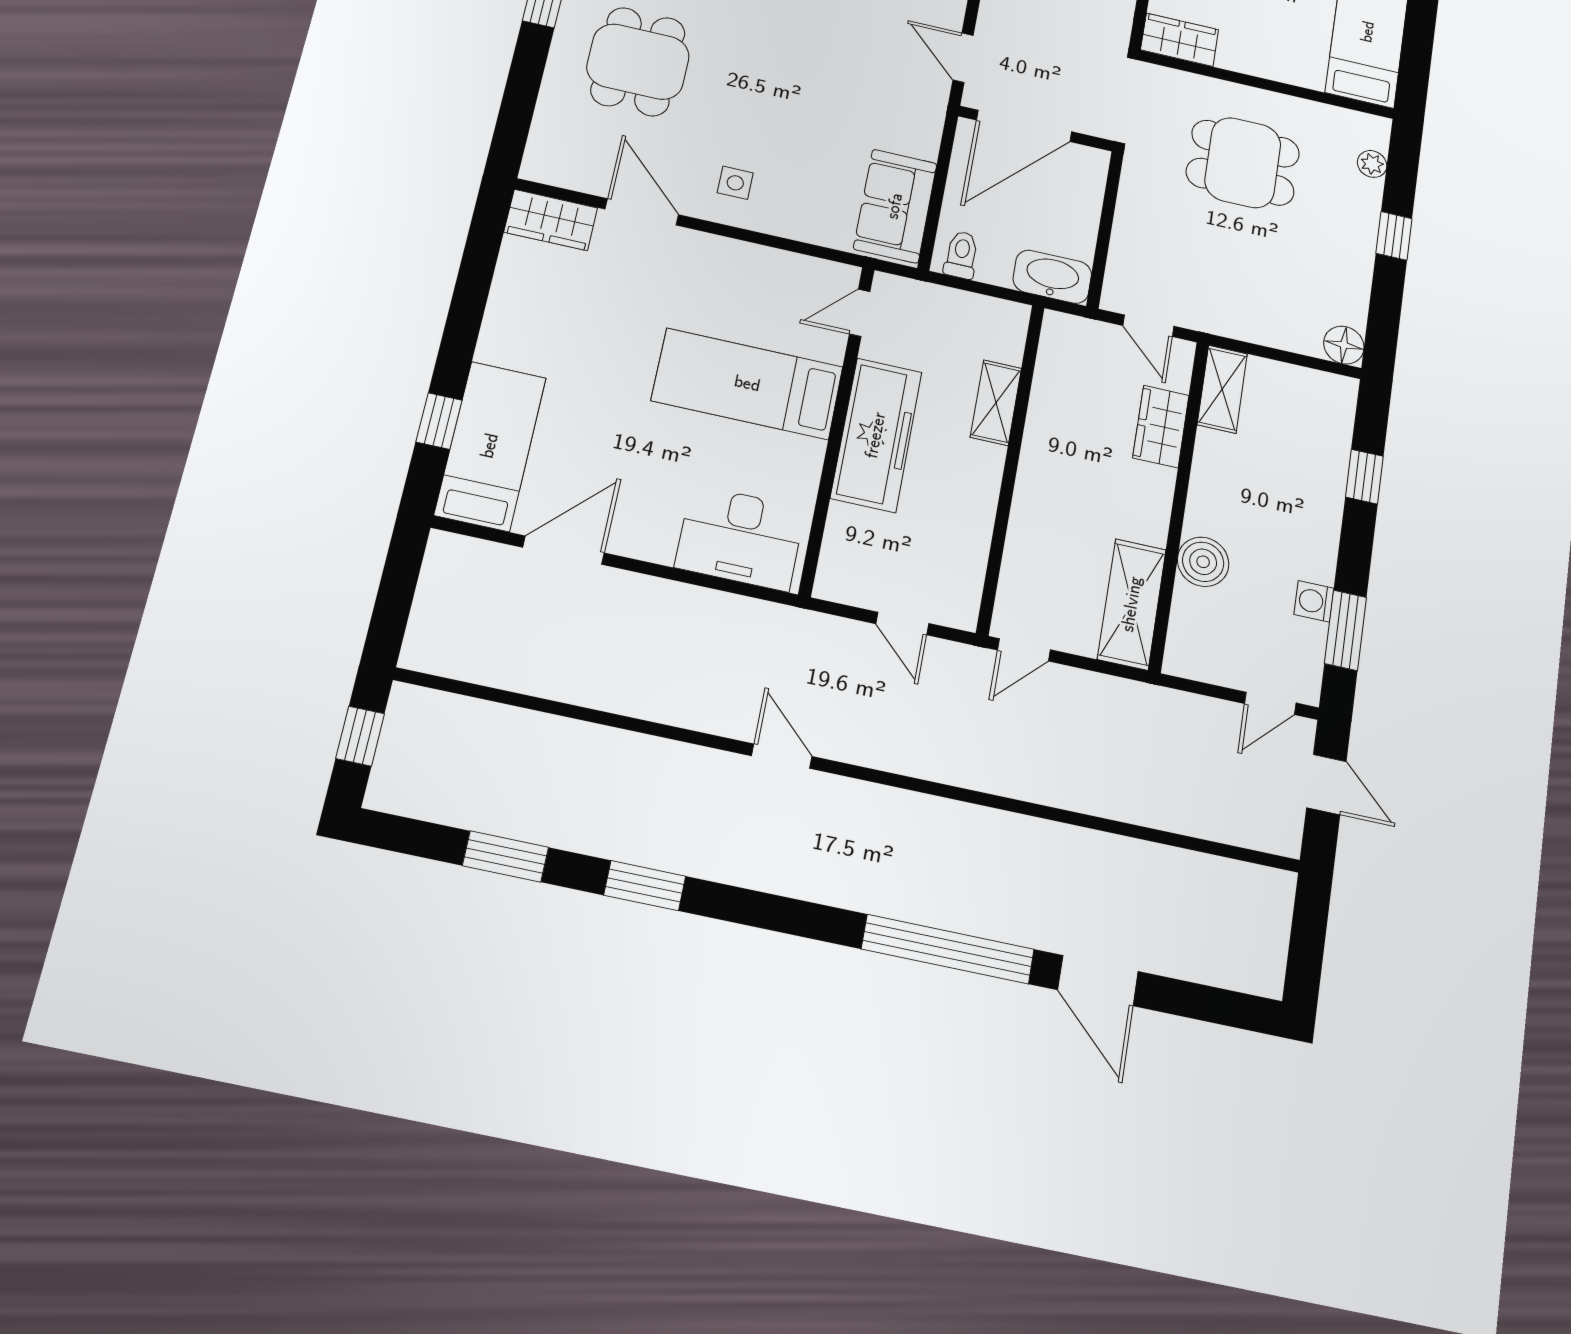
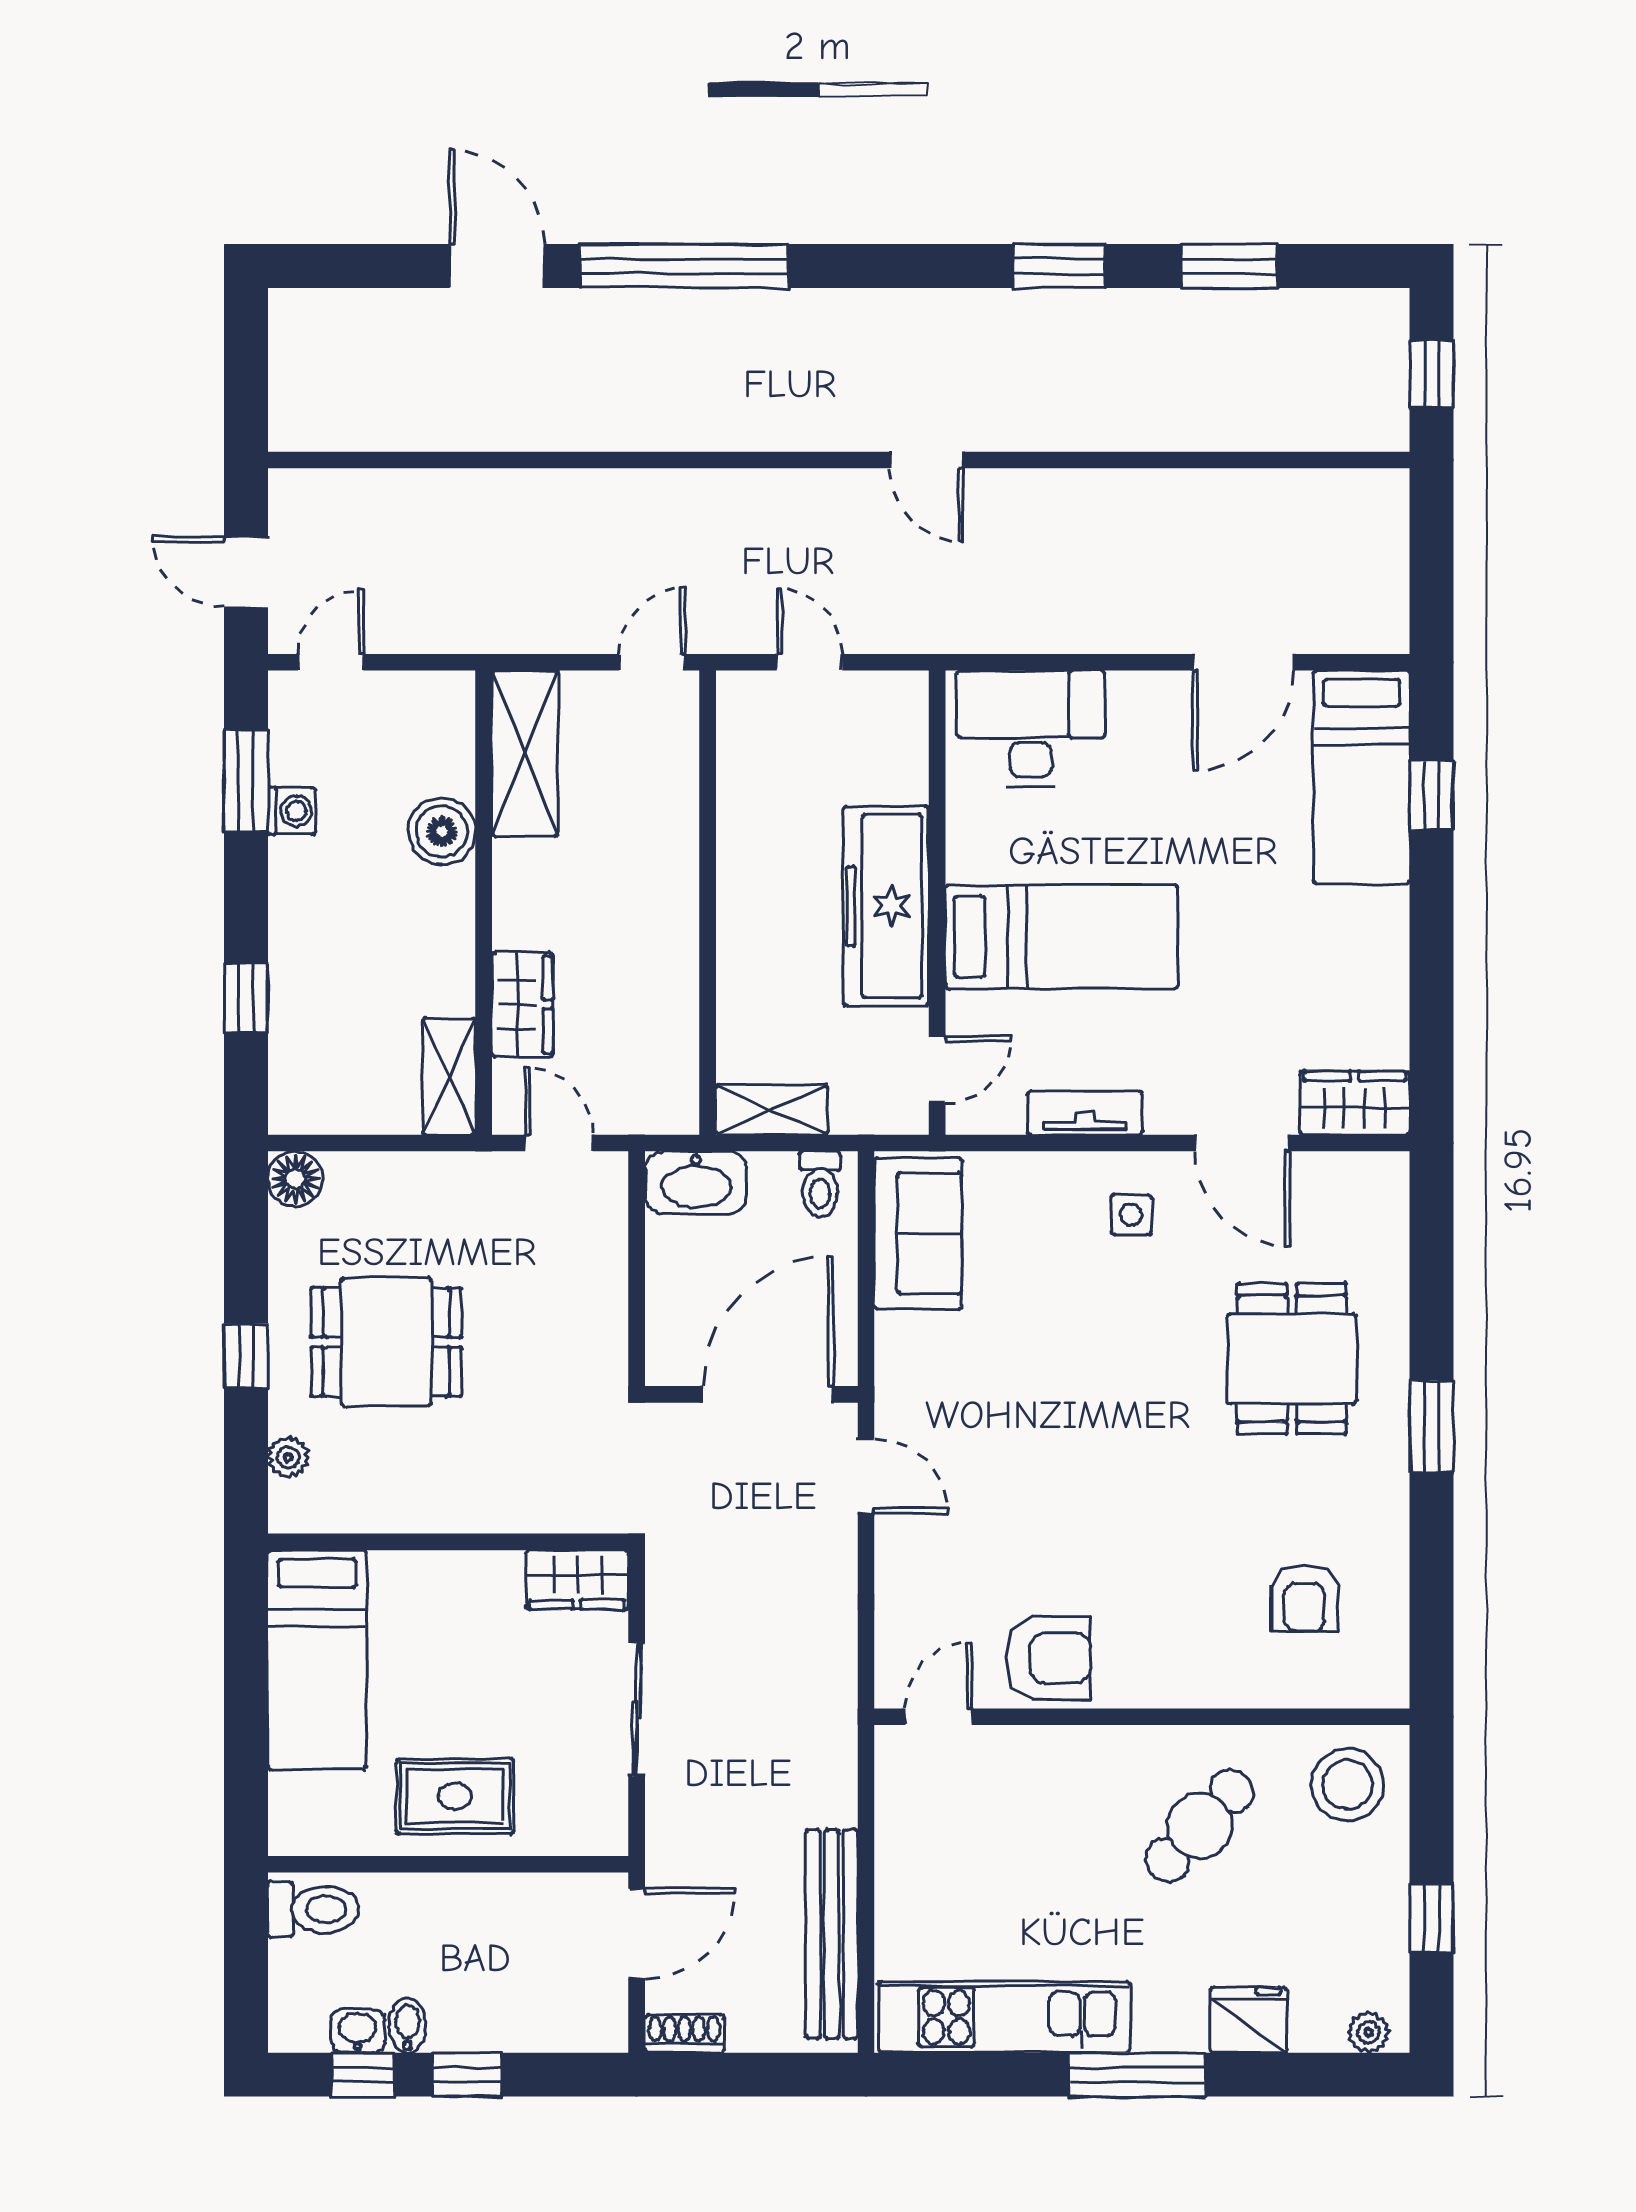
dining table: (1243, 163) -> (386, 1342), moved
tv unit: (755, 259) -> (1085, 1113), added
shelving: (996, 403) -> (772, 1110), moved, turned 90

